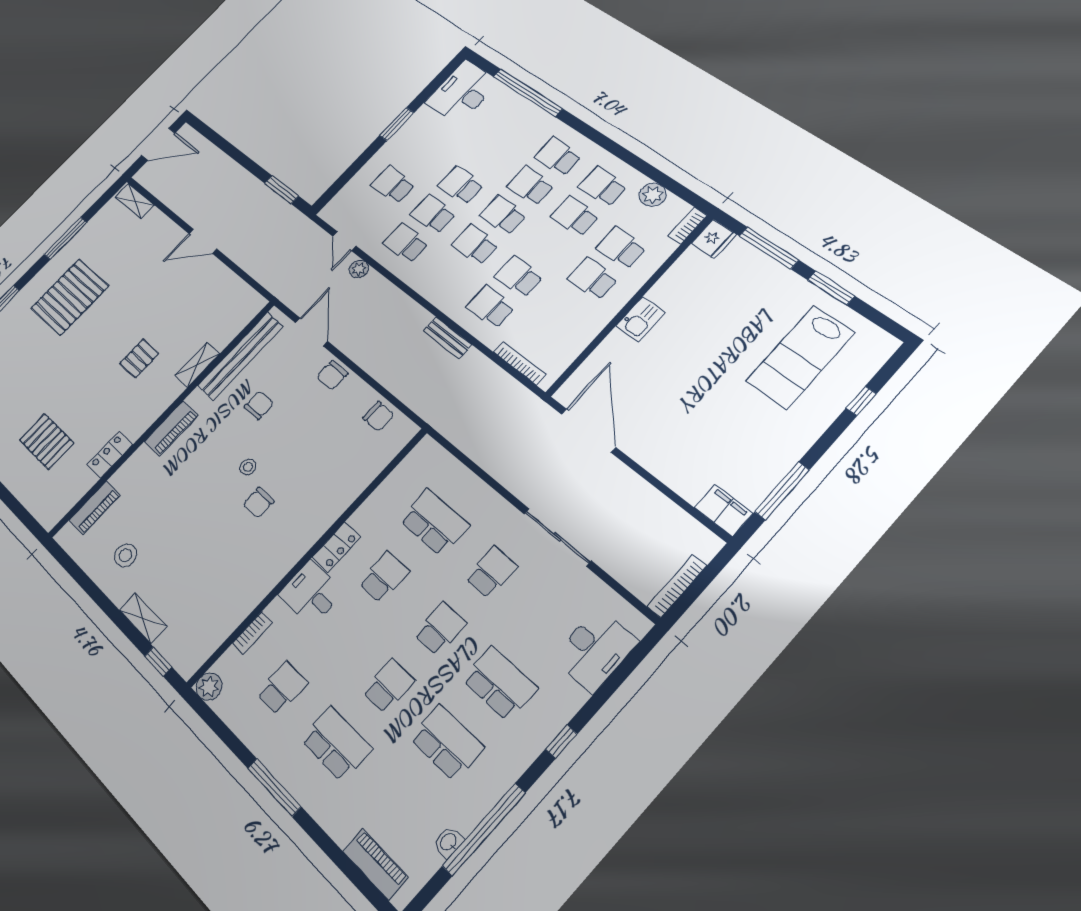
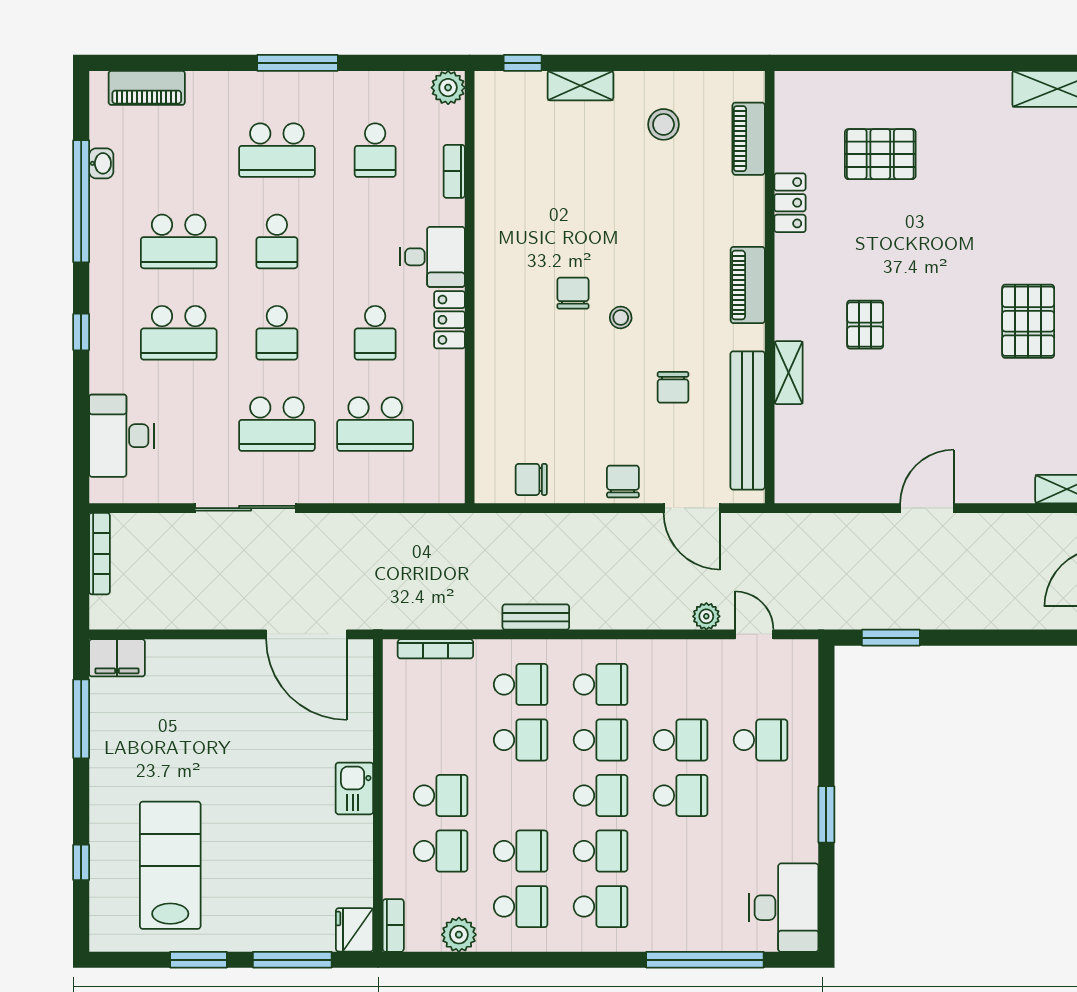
school desk: (406, 243) -> (601, 684), moved
pallet: (70, 297) -> (1028, 321), width x0.73, depth x0.71
school desk: (491, 572) -> (277, 424), width x1.85

